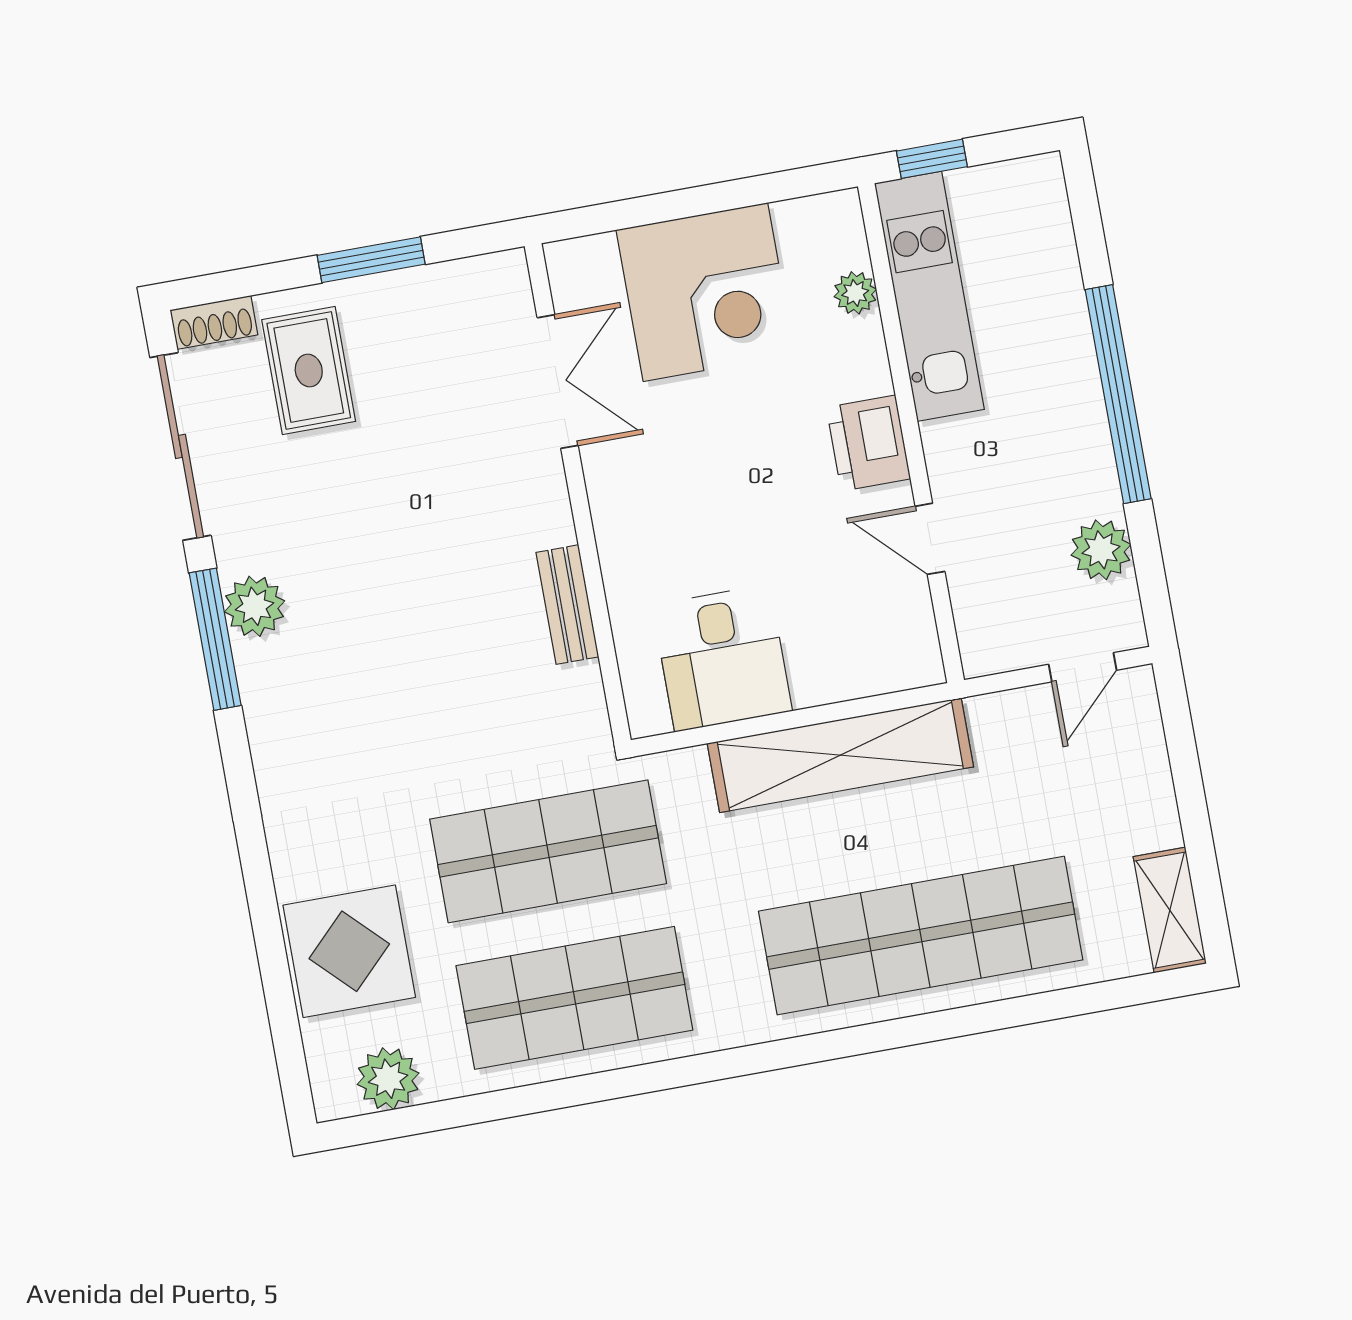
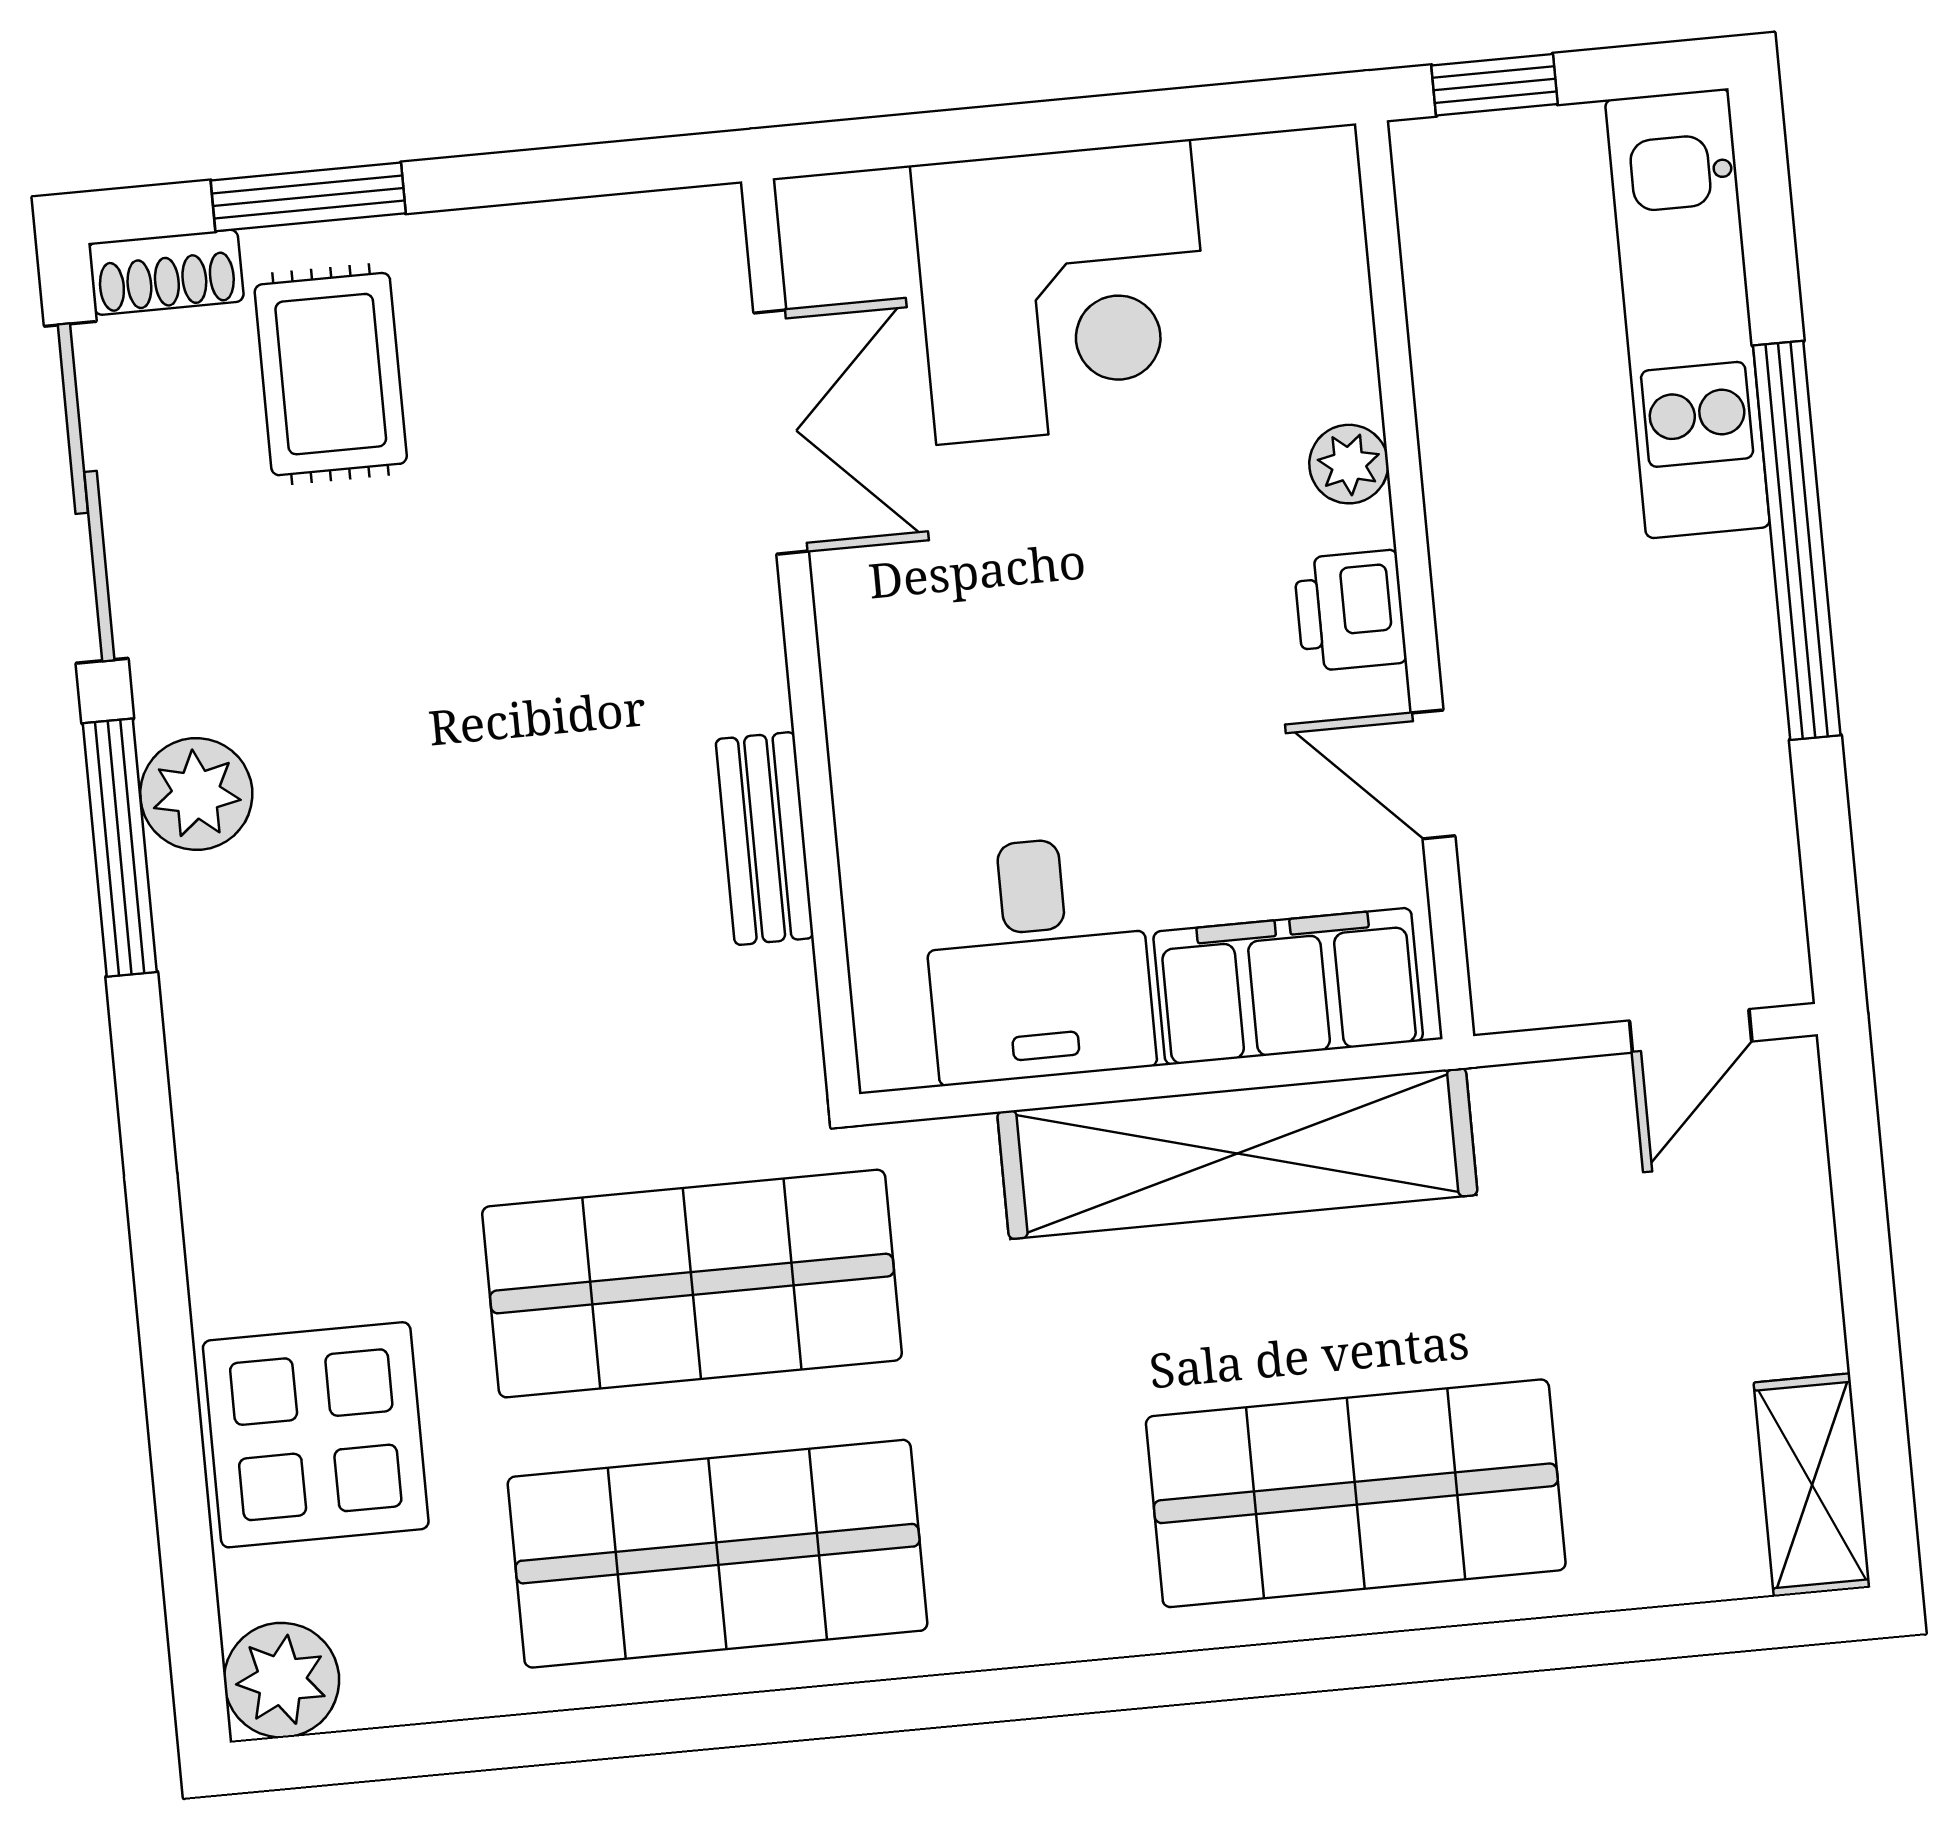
window: (371, 260) -> (308, 197), moved
plant: (855, 293) -> (1349, 464), moved
kitchen unit: (929, 296) -> (1687, 313), moved, turned 180
printer: (868, 443) -> (1350, 611), width x0.73, depth x0.81
plant: (1101, 550) -> (1742, 820), removed
filing cabinet: (860, 661) -> (1288, 986), added
shop shelf: (921, 936) -> (1356, 1493), width x0.71
plant: (388, 1079) -> (282, 1680), moved

